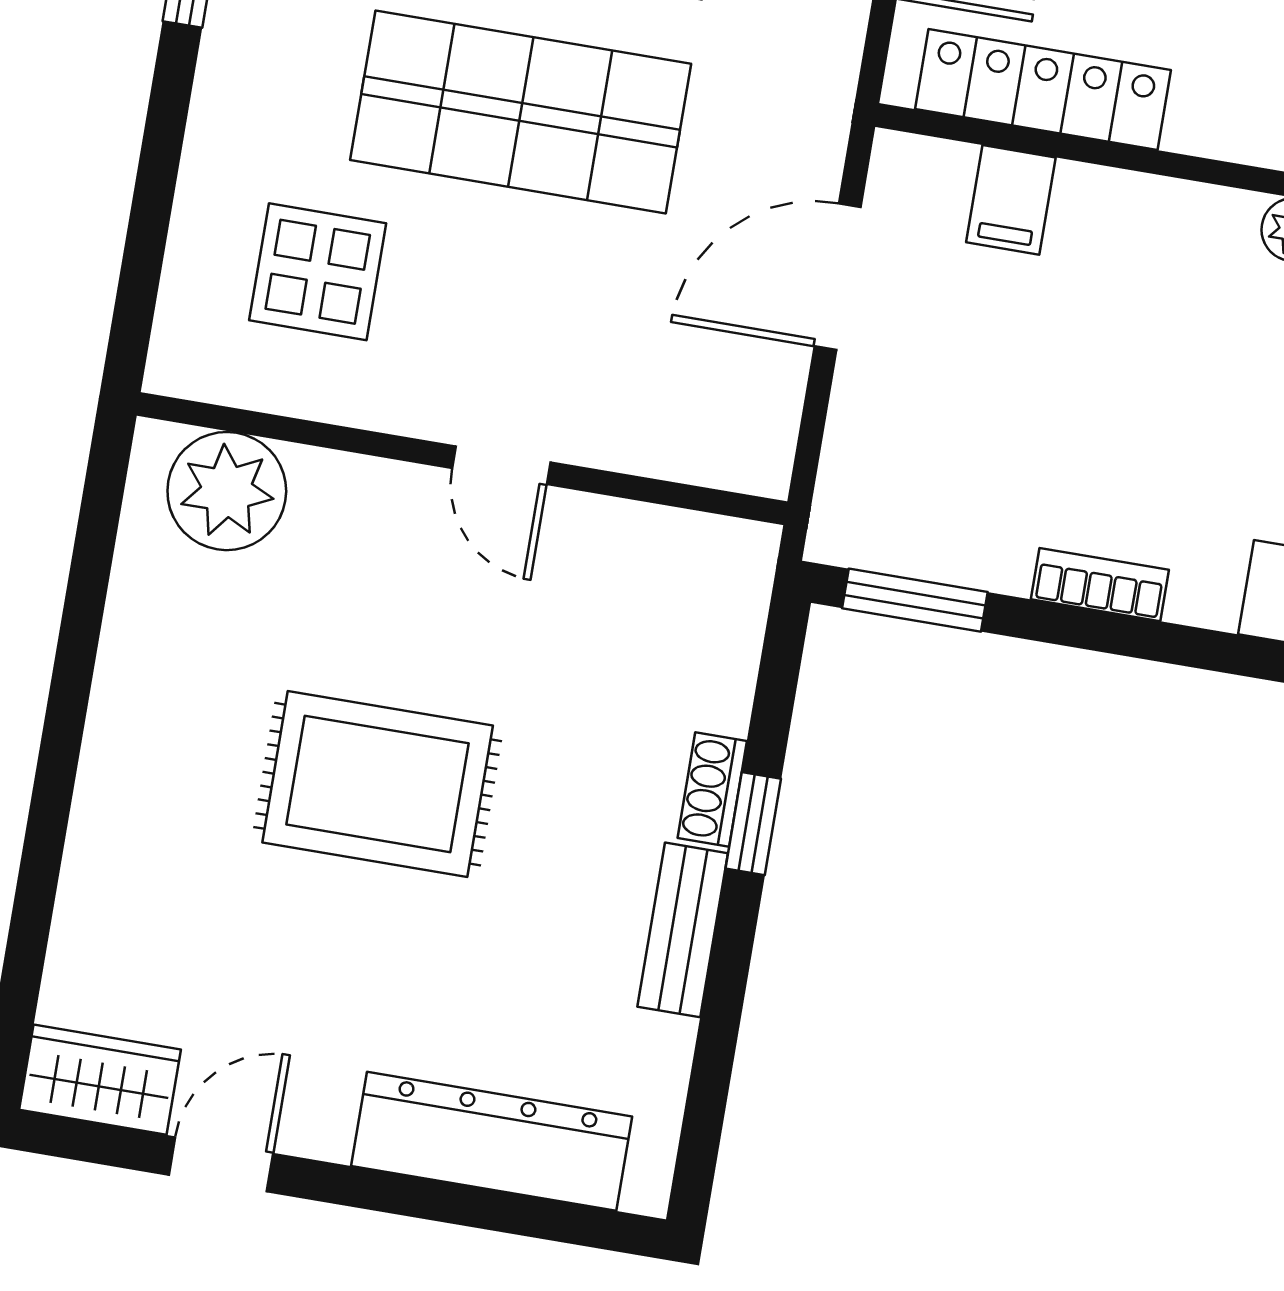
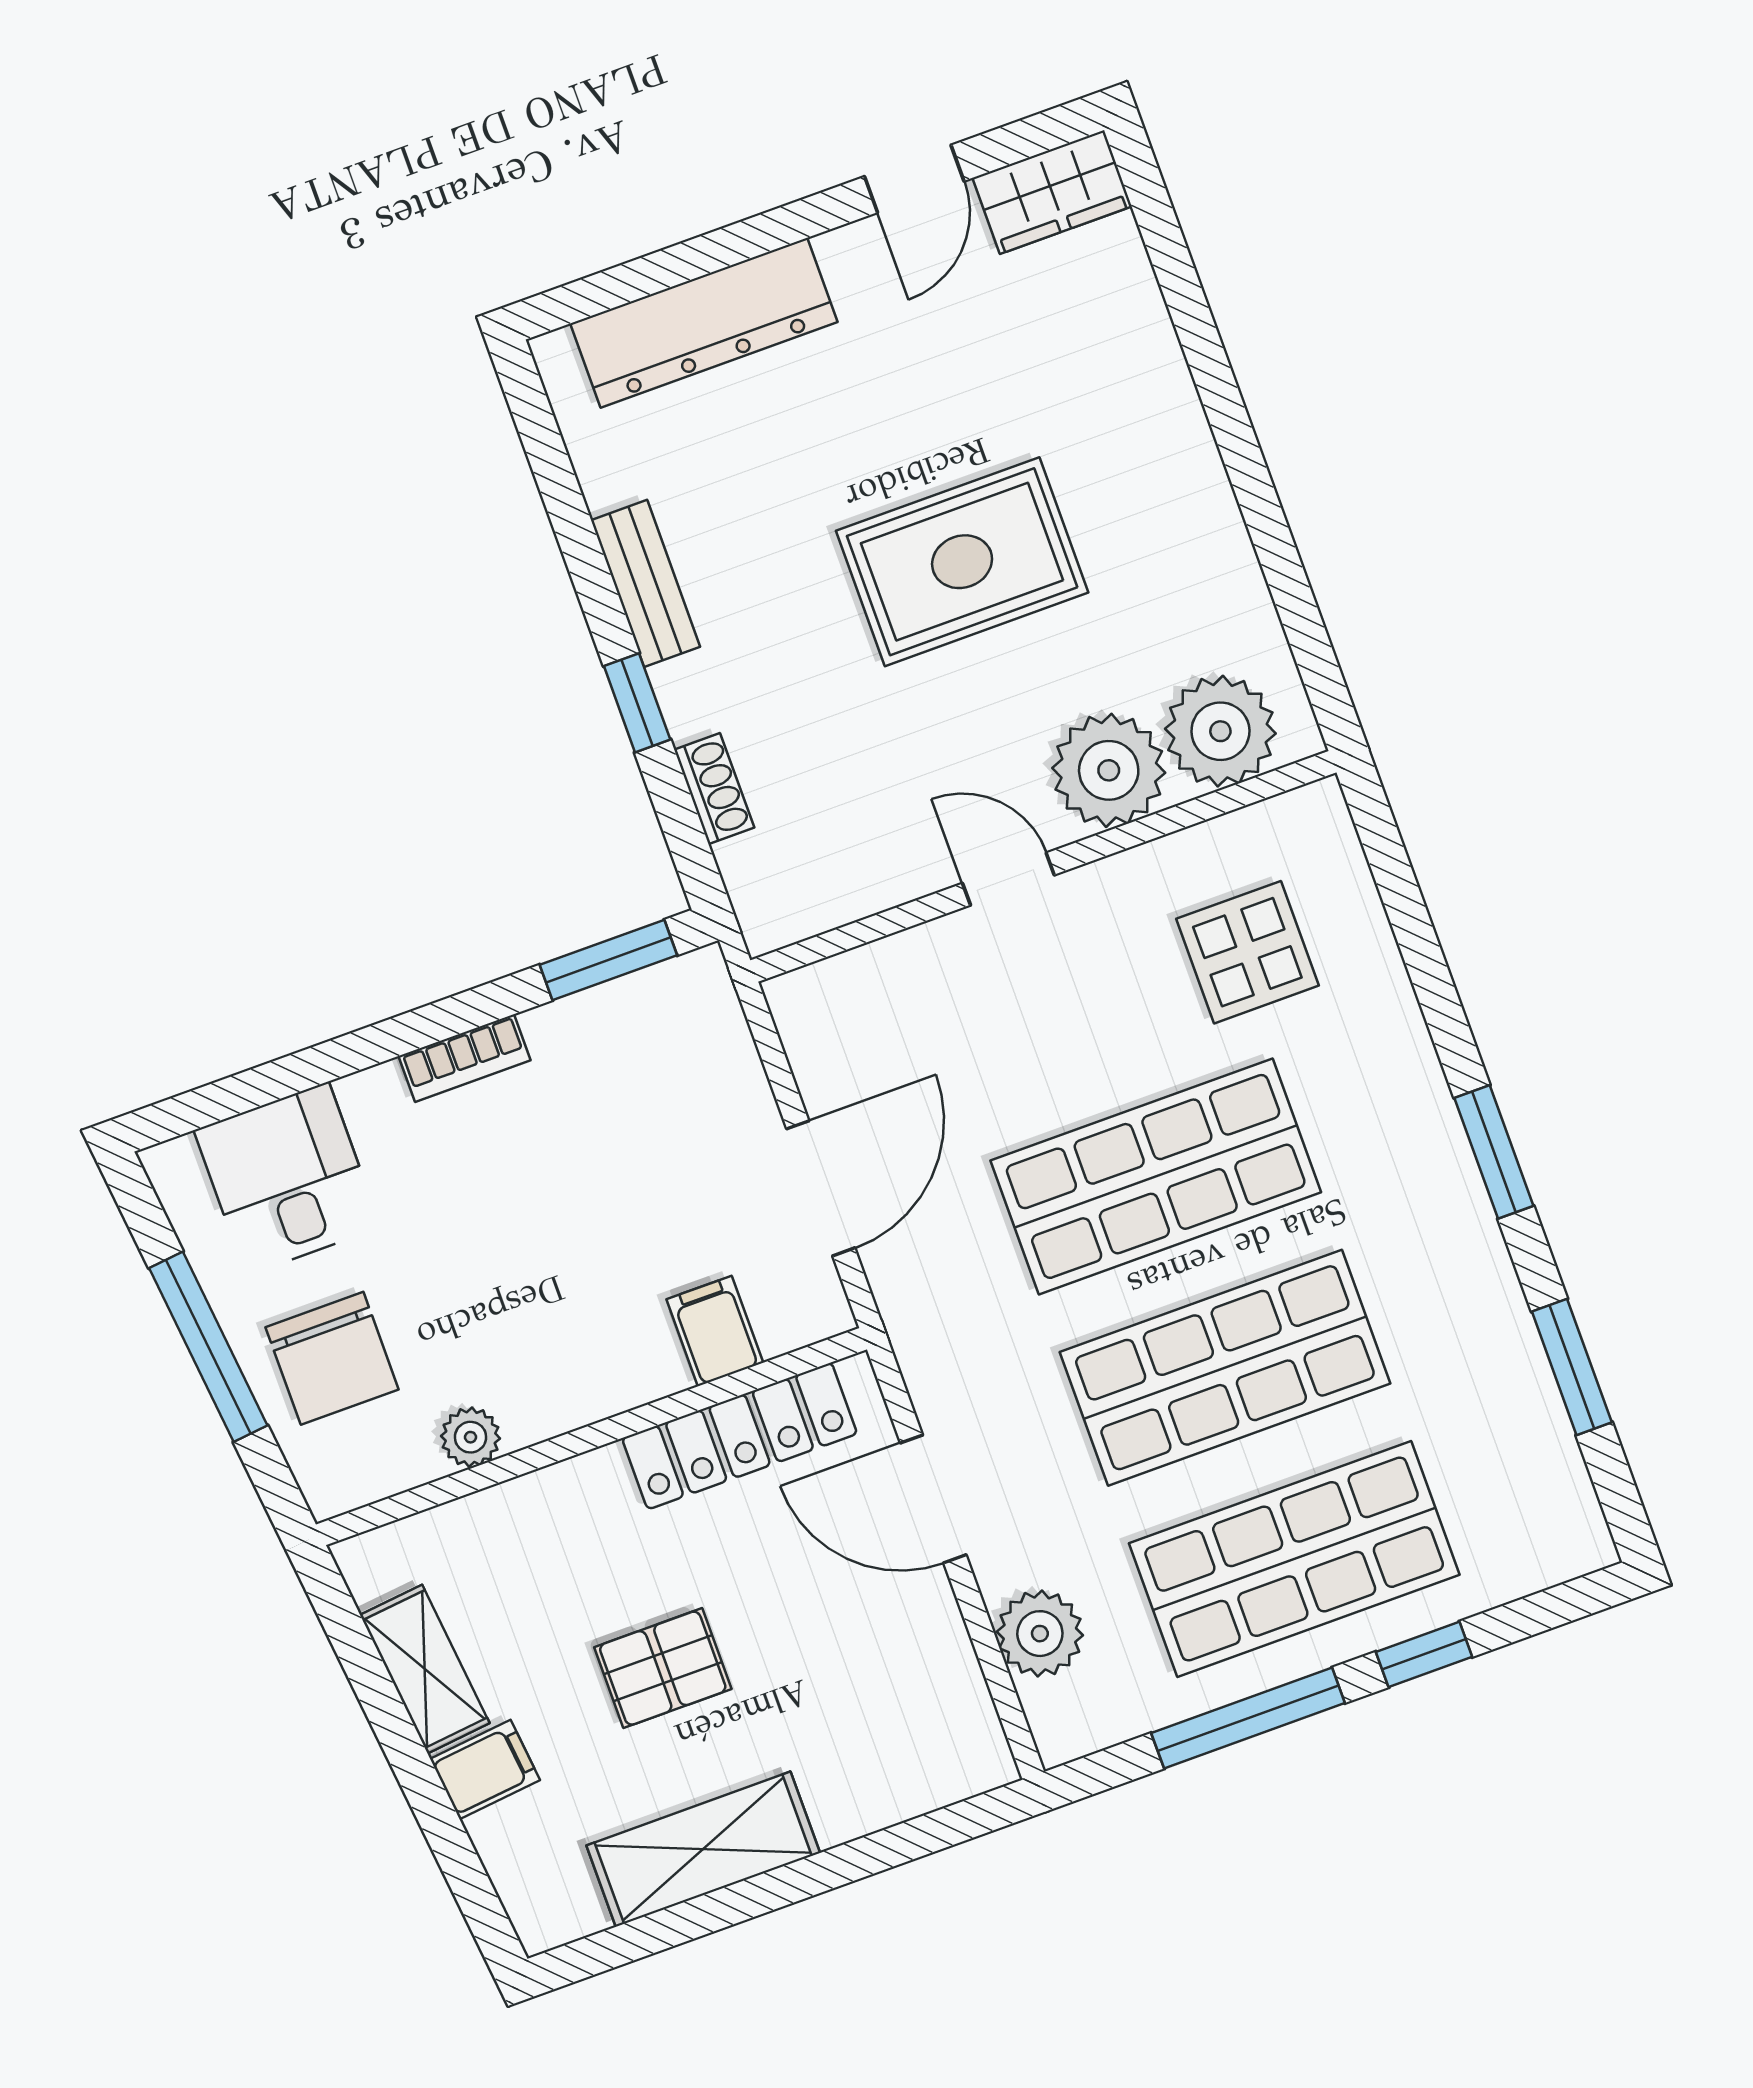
plant: (351, 513) -> (1109, 770), added
shoe rack: (712, 789) -> (714, 789), moved

